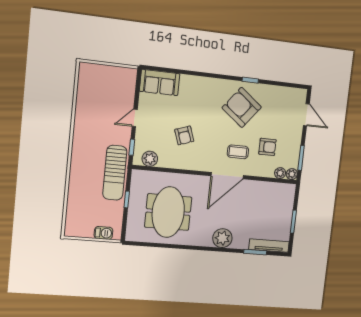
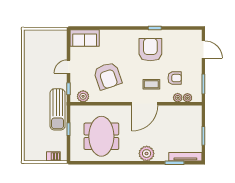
armchair: (242, 107) -> (150, 50), turned 52
armchair: (184, 135) -> (108, 76), width x1.88, depth x1.88
plant: (292, 174) -> (178, 98), moved

